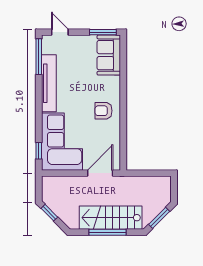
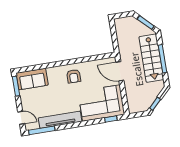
door: (60, 32) -> (21, 118), swing flipped

